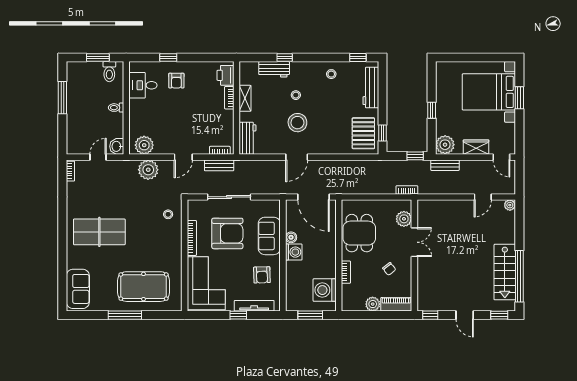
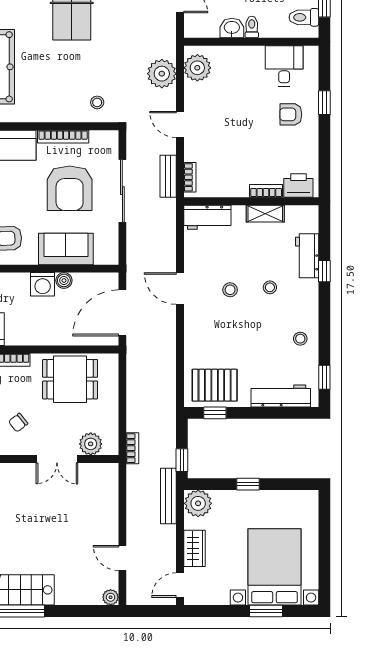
stool: (297, 123) -> (230, 290), width x0.53, depth x0.53
washbasin: (117, 146) -> (232, 28), moved
bench: (445, 165) -> (168, 496), width x1.36

